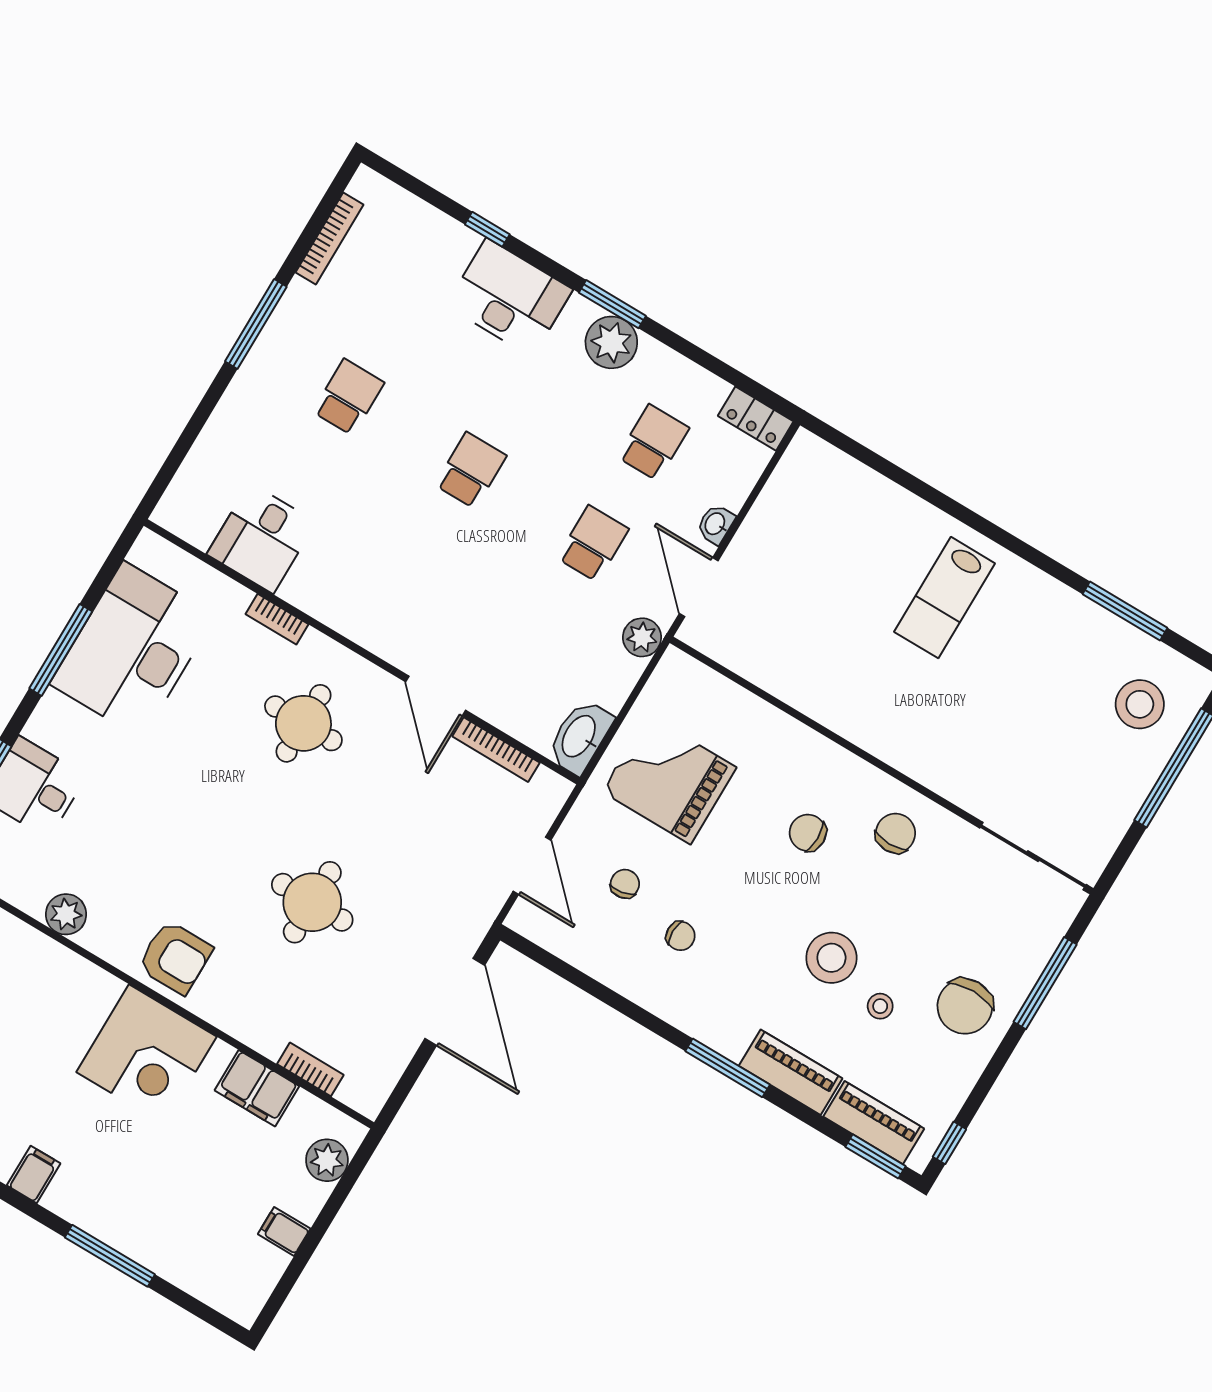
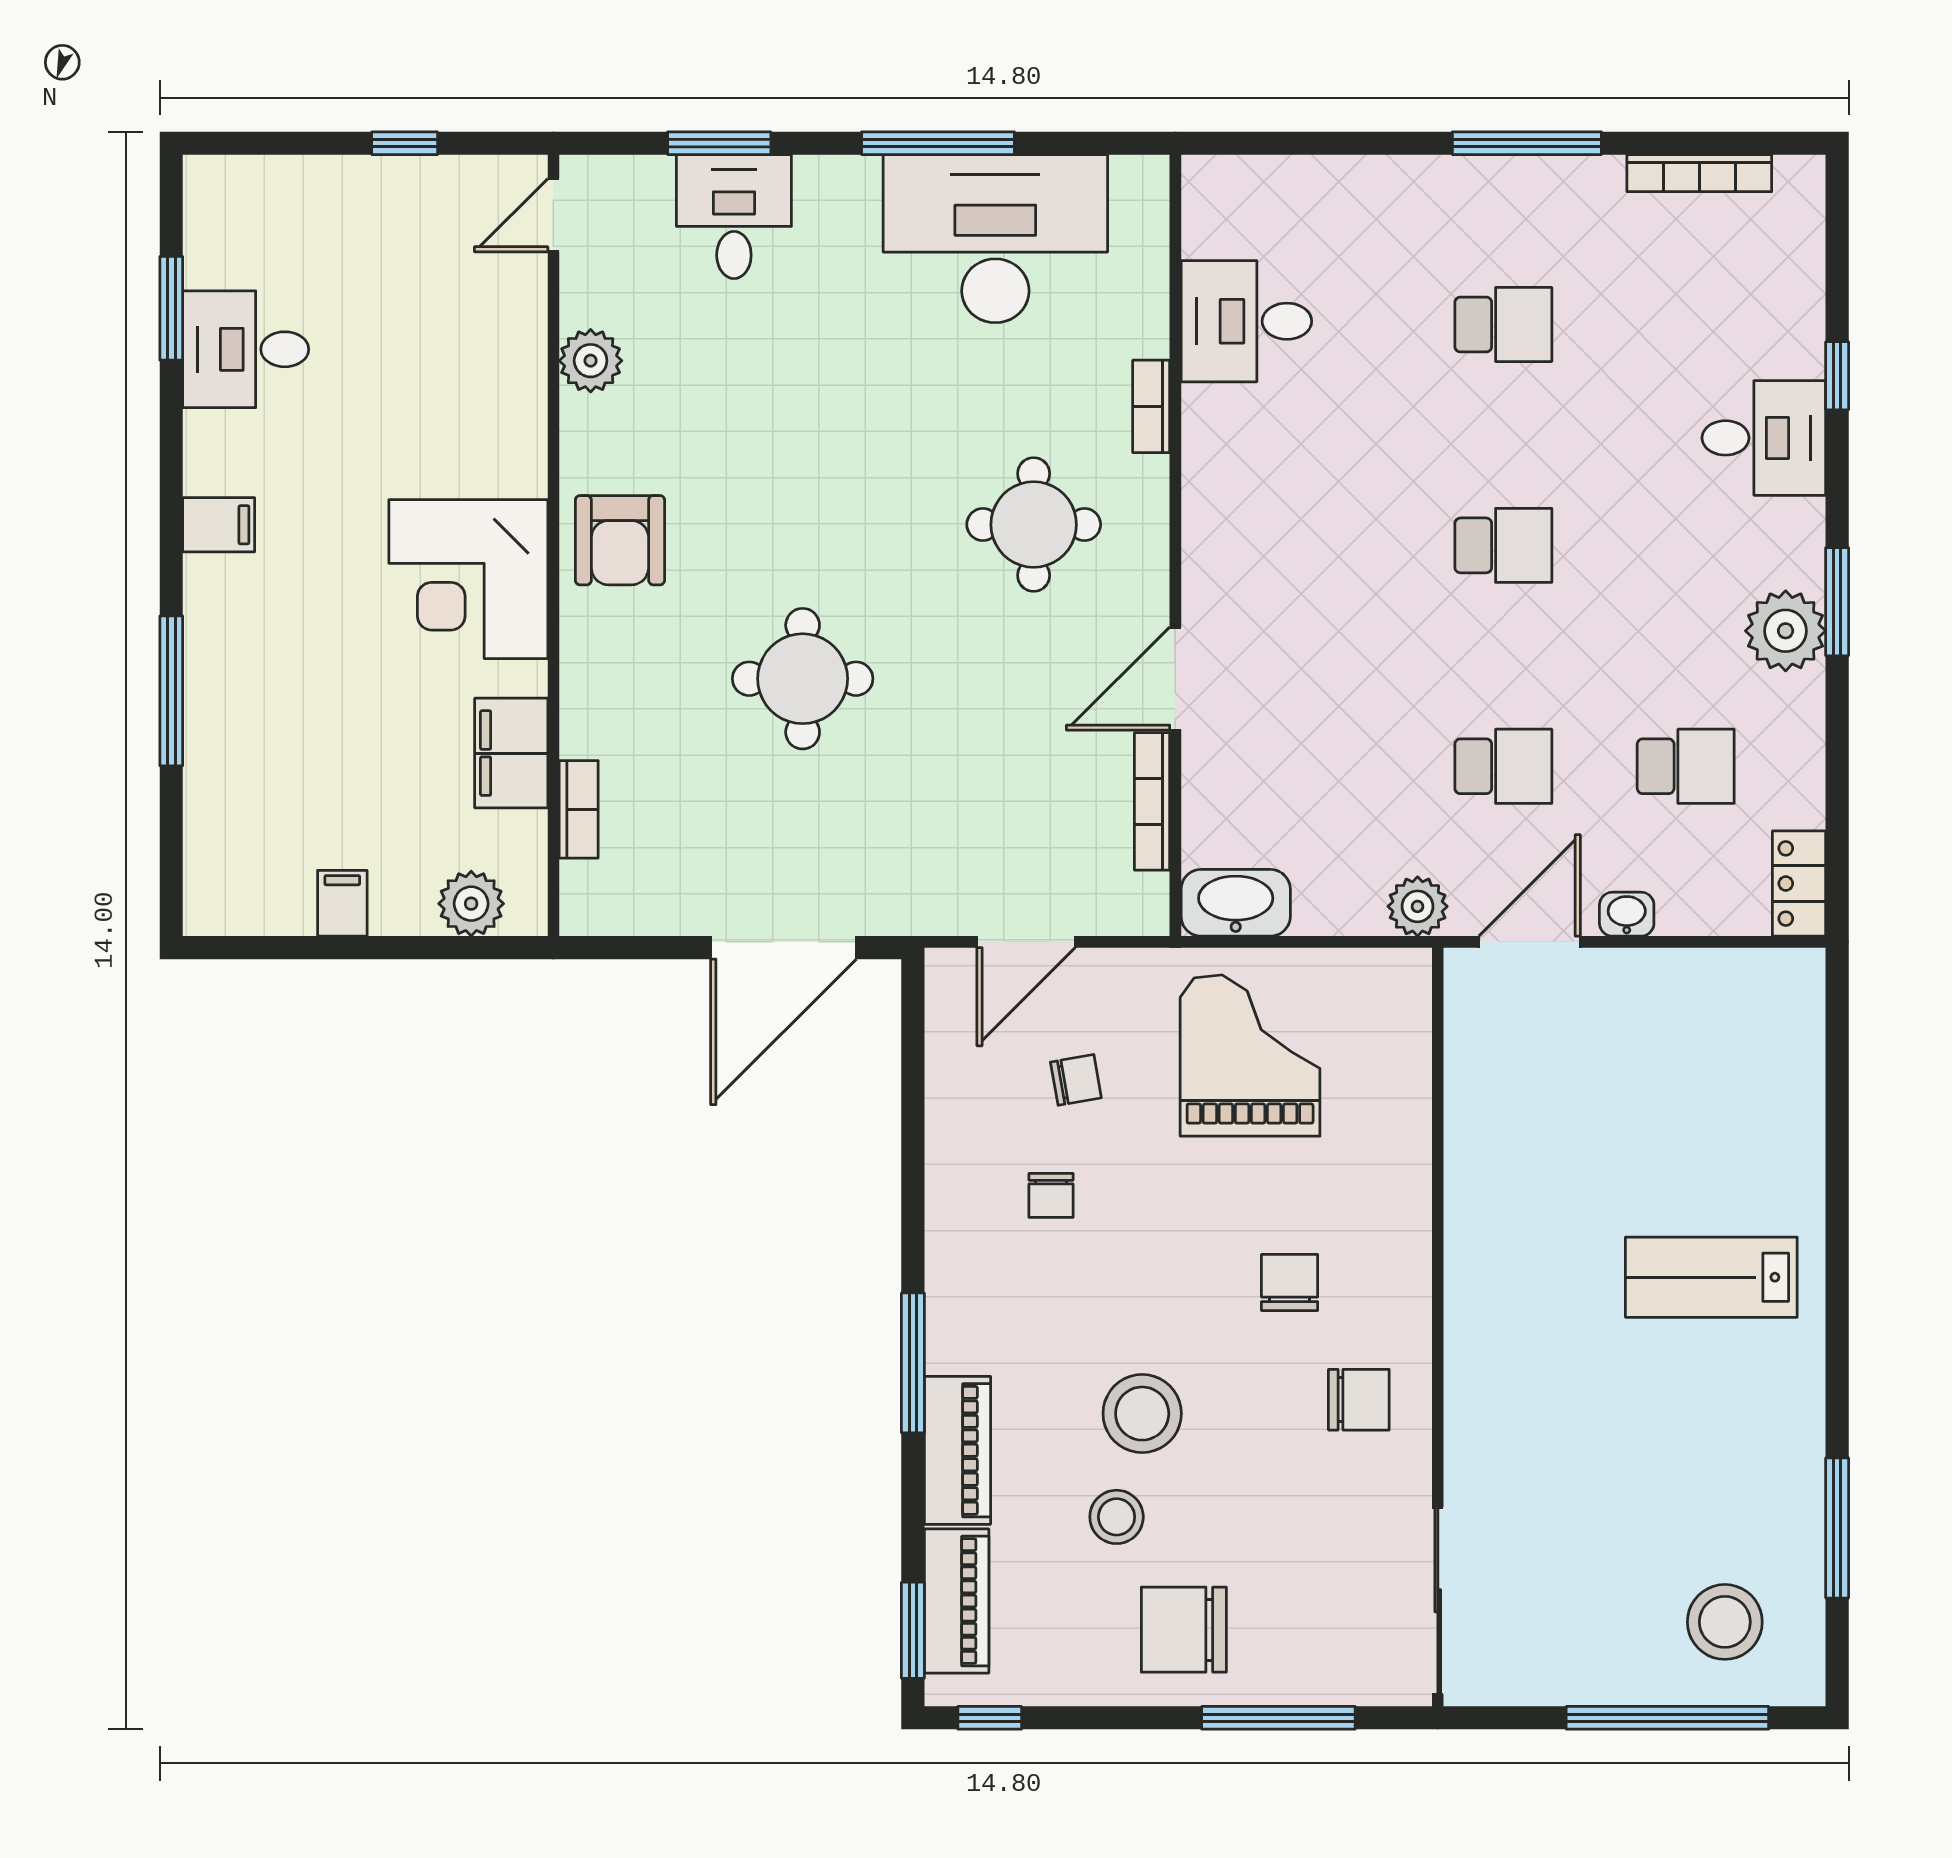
desk: (509, 298) -> (1764, 438), width x0.73
stool: (880, 1006) -> (1117, 1517), width x1.37, depth x1.37

